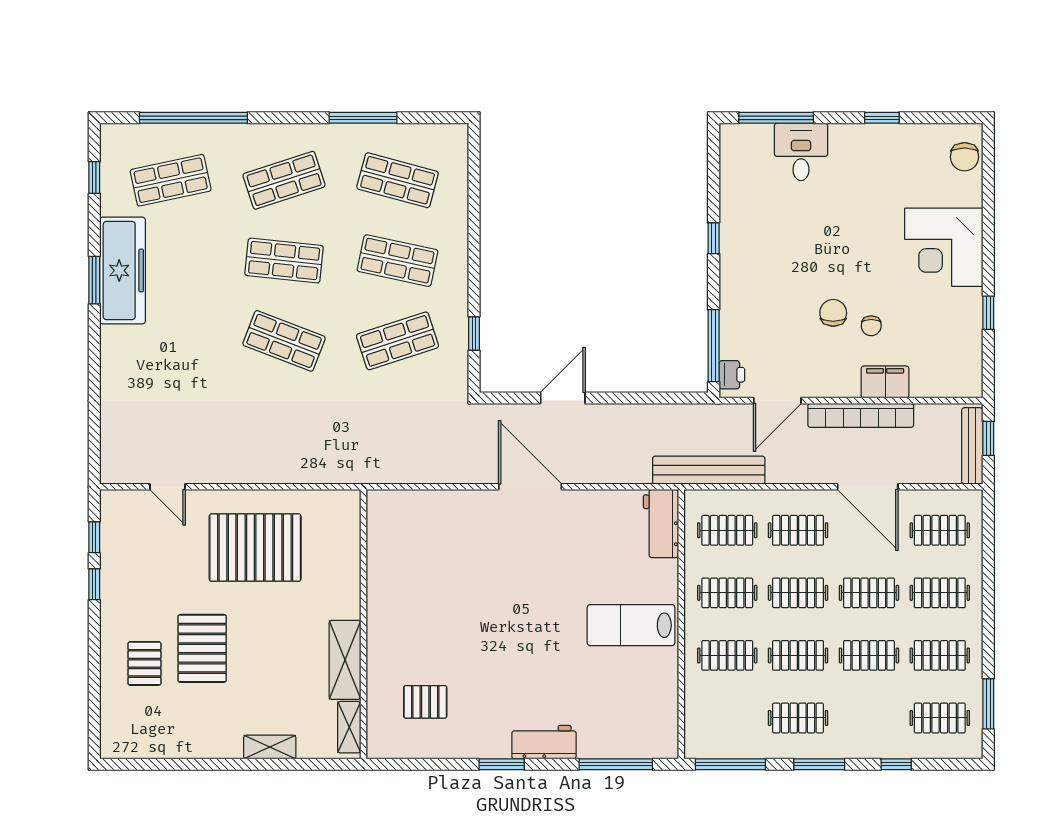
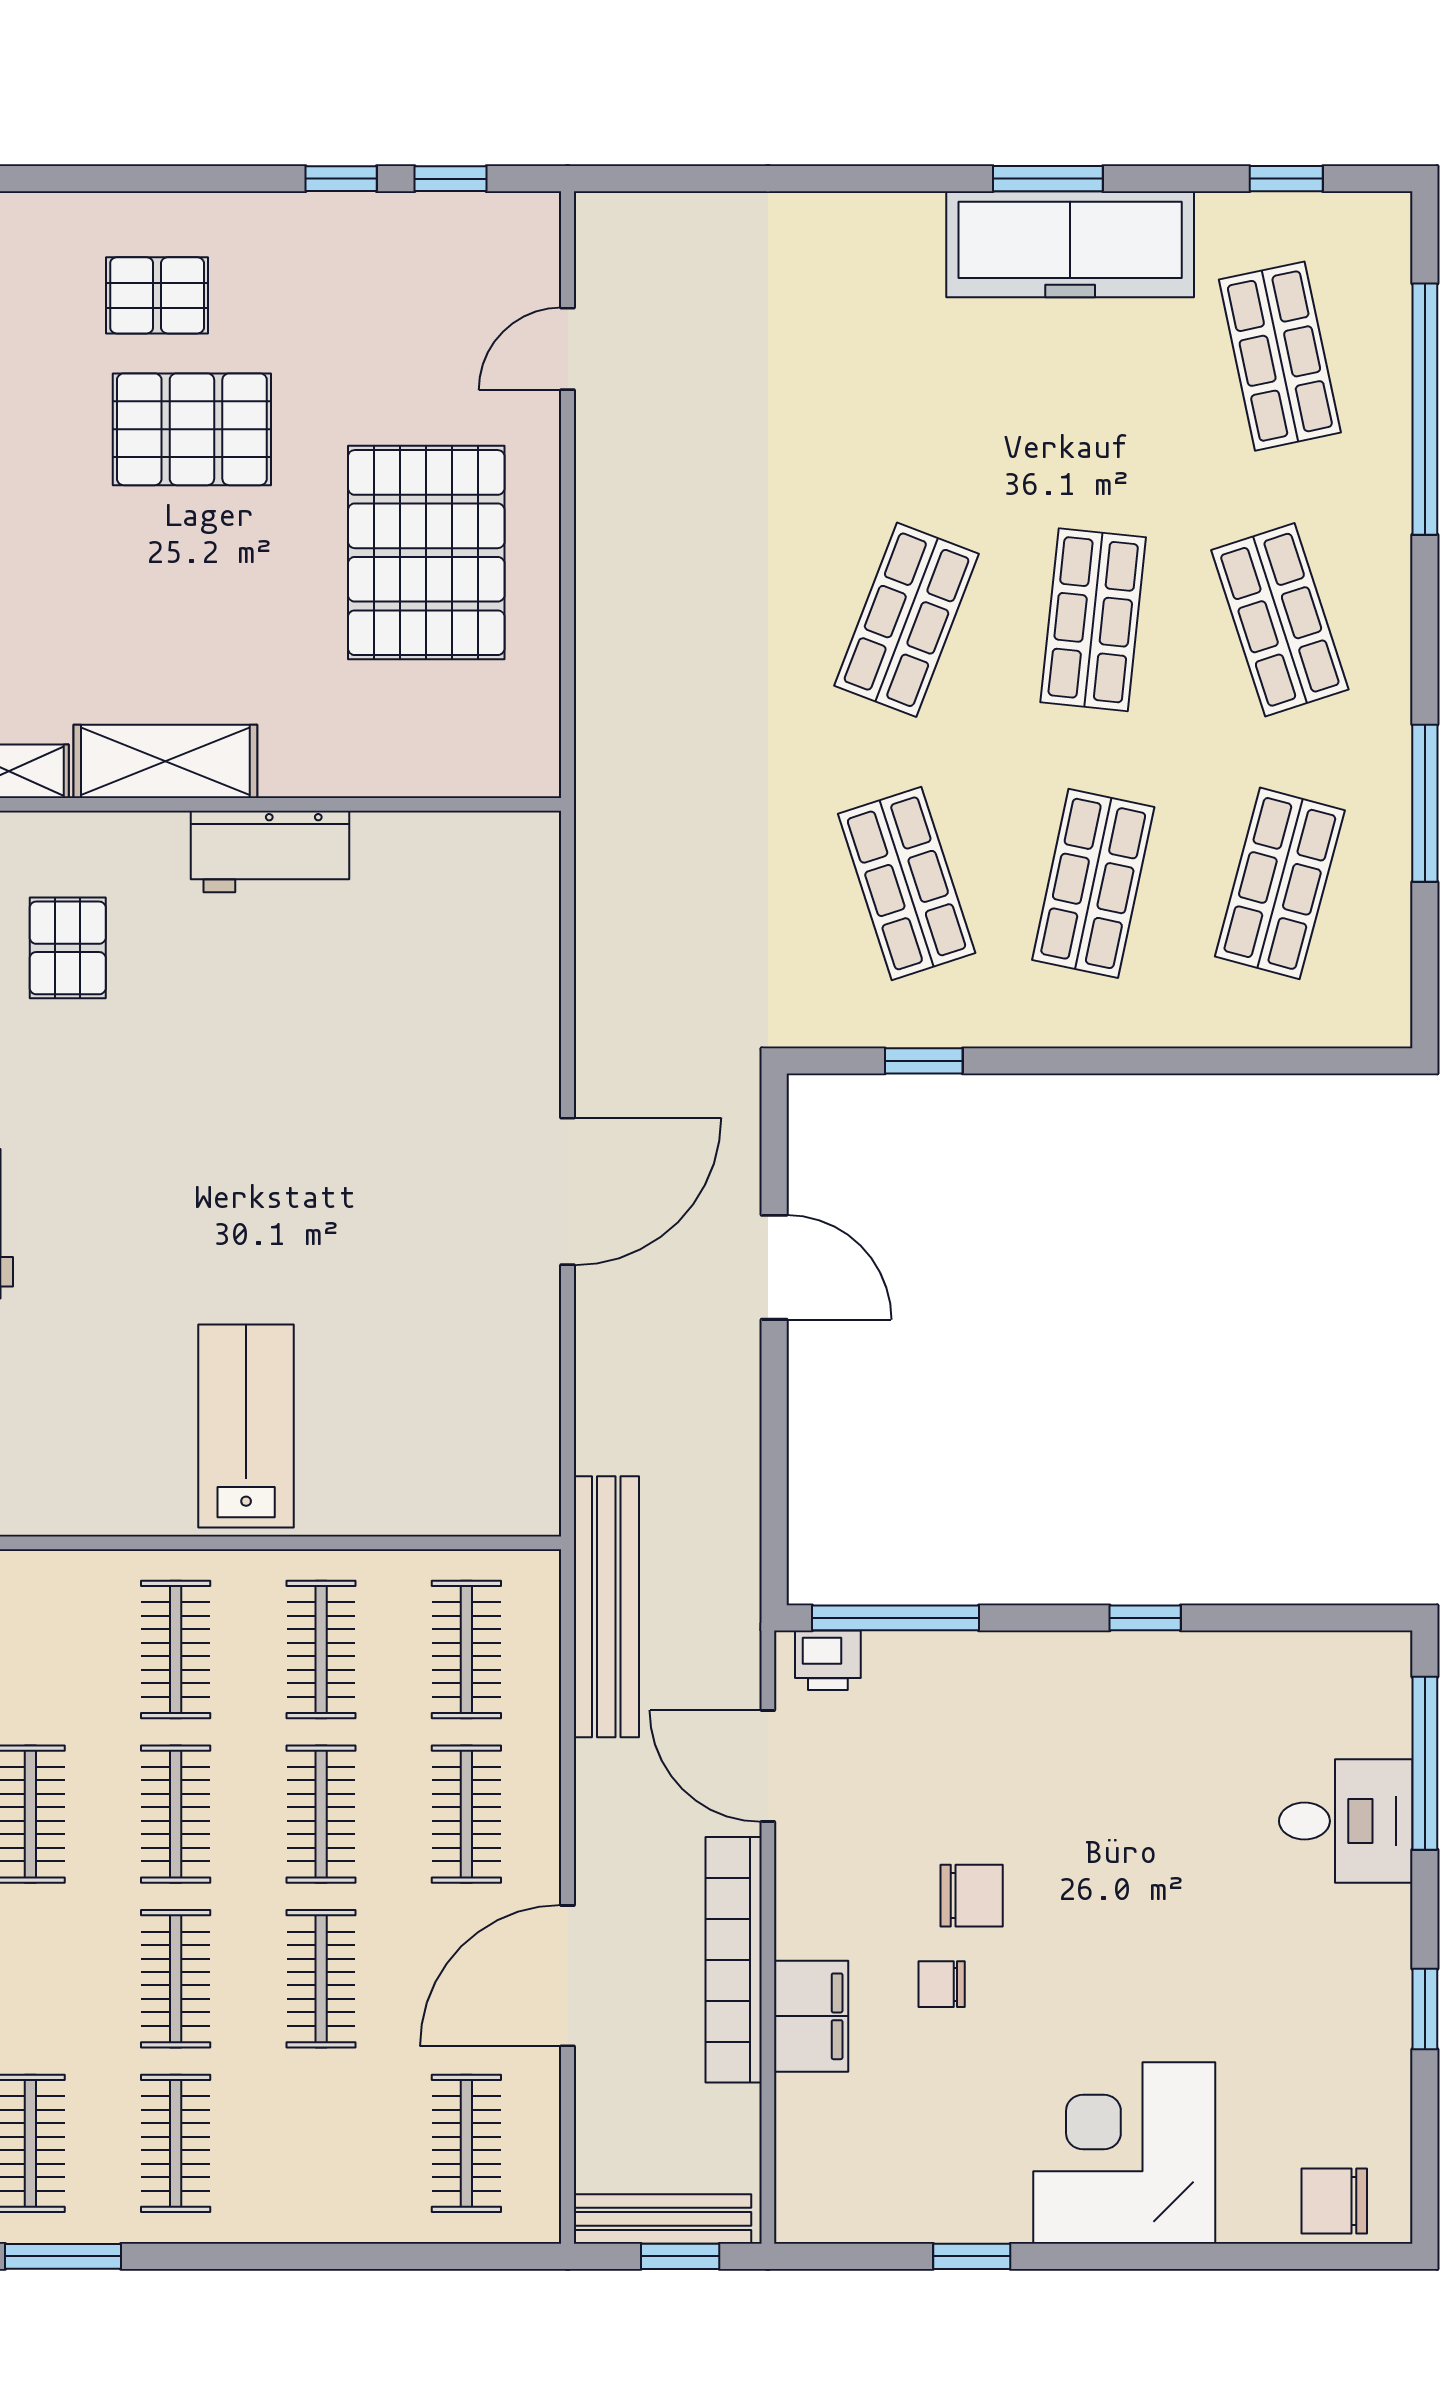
workbench: (661, 524) -> (270, 851), moved, turned 180
clothes rail: (940, 593) -> (321, 2143), removed

